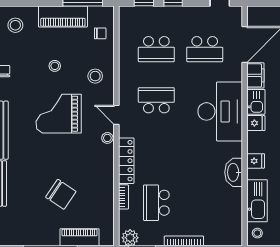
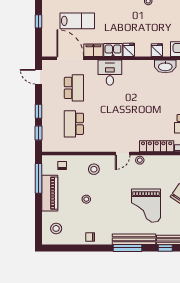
school desk: (156, 49) -> (74, 124), turned 180
school desk: (156, 100) -> (112, 124), removed
desk: (220, 111) -> (110, 73), width x0.53, depth x0.77
grand piano: (59, 114) -> (146, 206), moved

